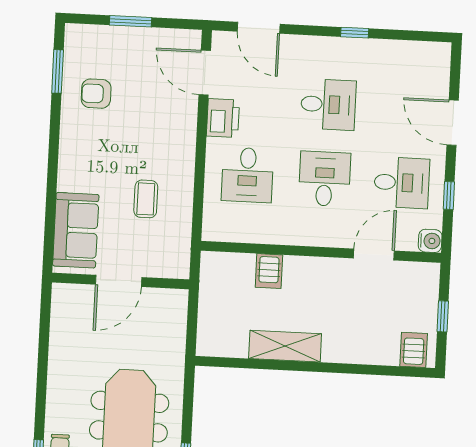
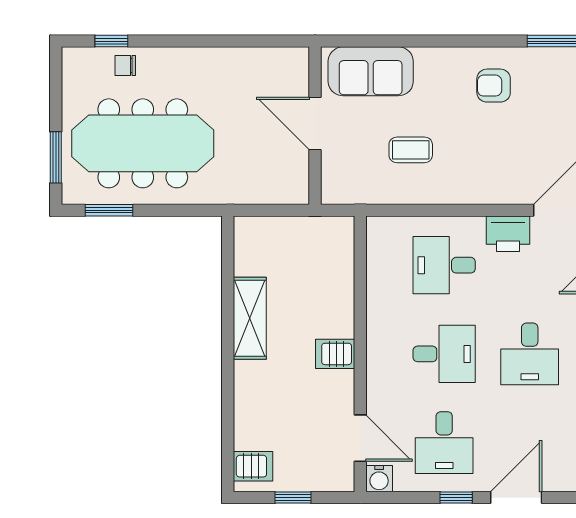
armchair: (96, 94) -> (494, 86), moved, turned -90
window: (449, 196) -> (456, 498), moved
door: (374, 254) -> (360, 438), moved
server rack: (269, 271) -> (335, 354), moved

